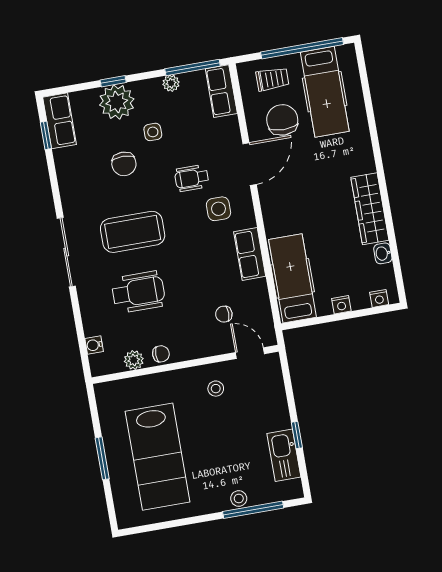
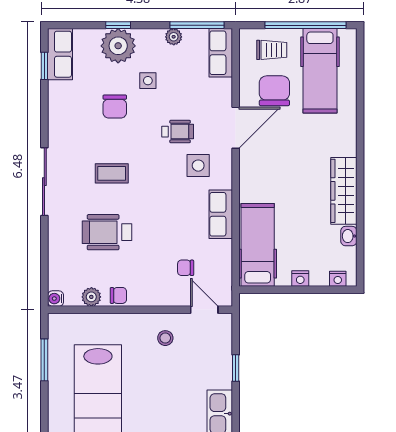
wheelchair: (192, 178) -> (178, 132), turned 180
coffee table: (133, 232) -> (112, 173), width x0.54, depth x0.58
wheelchair: (138, 292) -> (107, 232), turned 180
water cooler: (94, 345) -> (56, 299), moved
window: (297, 435) -> (236, 368), moved
window: (102, 458) -> (44, 360), moved

